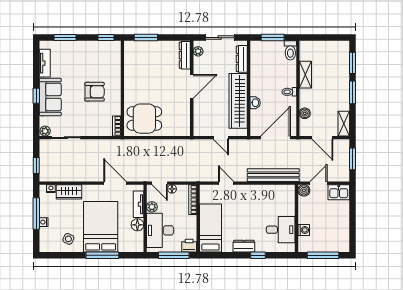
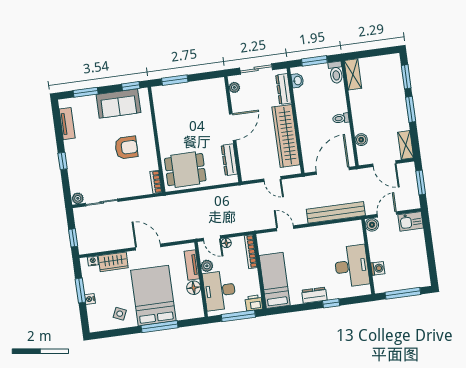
dresser: (185, 55) -> (229, 160), moved
shelving: (305, 75) -> (353, 74), moved
sofa: (50, 97) -> (118, 104), moved, turned 90
washbasin: (255, 103) -> (297, 81), moved
door: (115, 183) -> (148, 247), moved
window: (36, 213) -> (80, 291), width x0.69
desk: (281, 230) -> (352, 266), width x1.37

